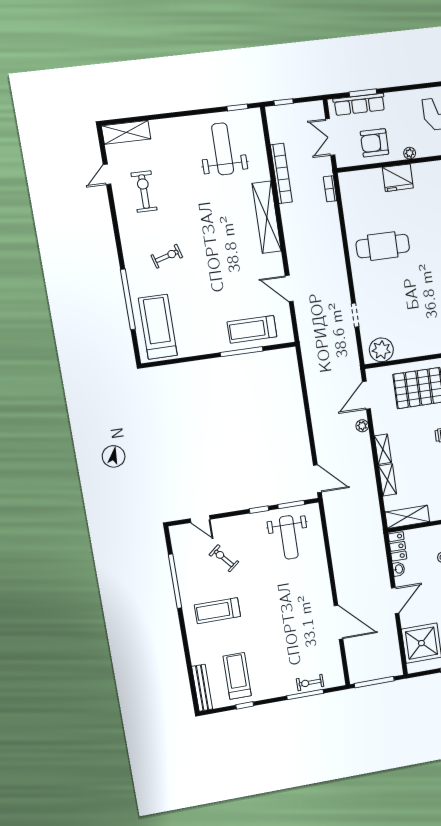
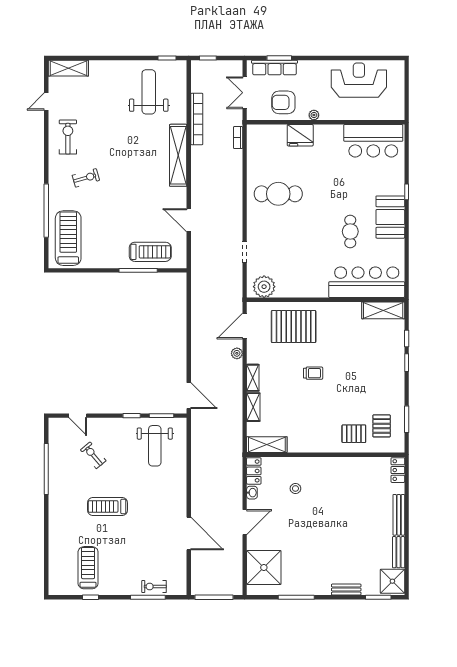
exercise bike: (144, 192) -> (68, 137), moved
treadmill: (252, 329) -> (150, 252), turned 180
treadmill: (217, 611) -> (107, 506), moved
bench: (202, 688) -> (55, 573), removed

